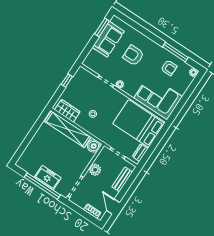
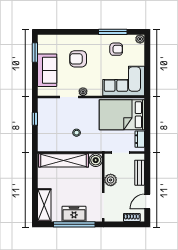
sofa: (108, 39) -> (47, 70), moved
wardrobe: (67, 111) -> (53, 145), removed
shelving: (29, 155) -> (44, 205), added
door: (113, 207) -> (147, 202), hinge flipped

